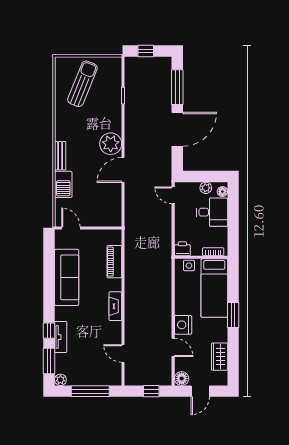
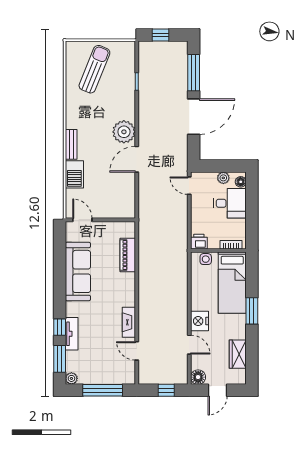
fireplace: (115, 306) -> (129, 322), moved

